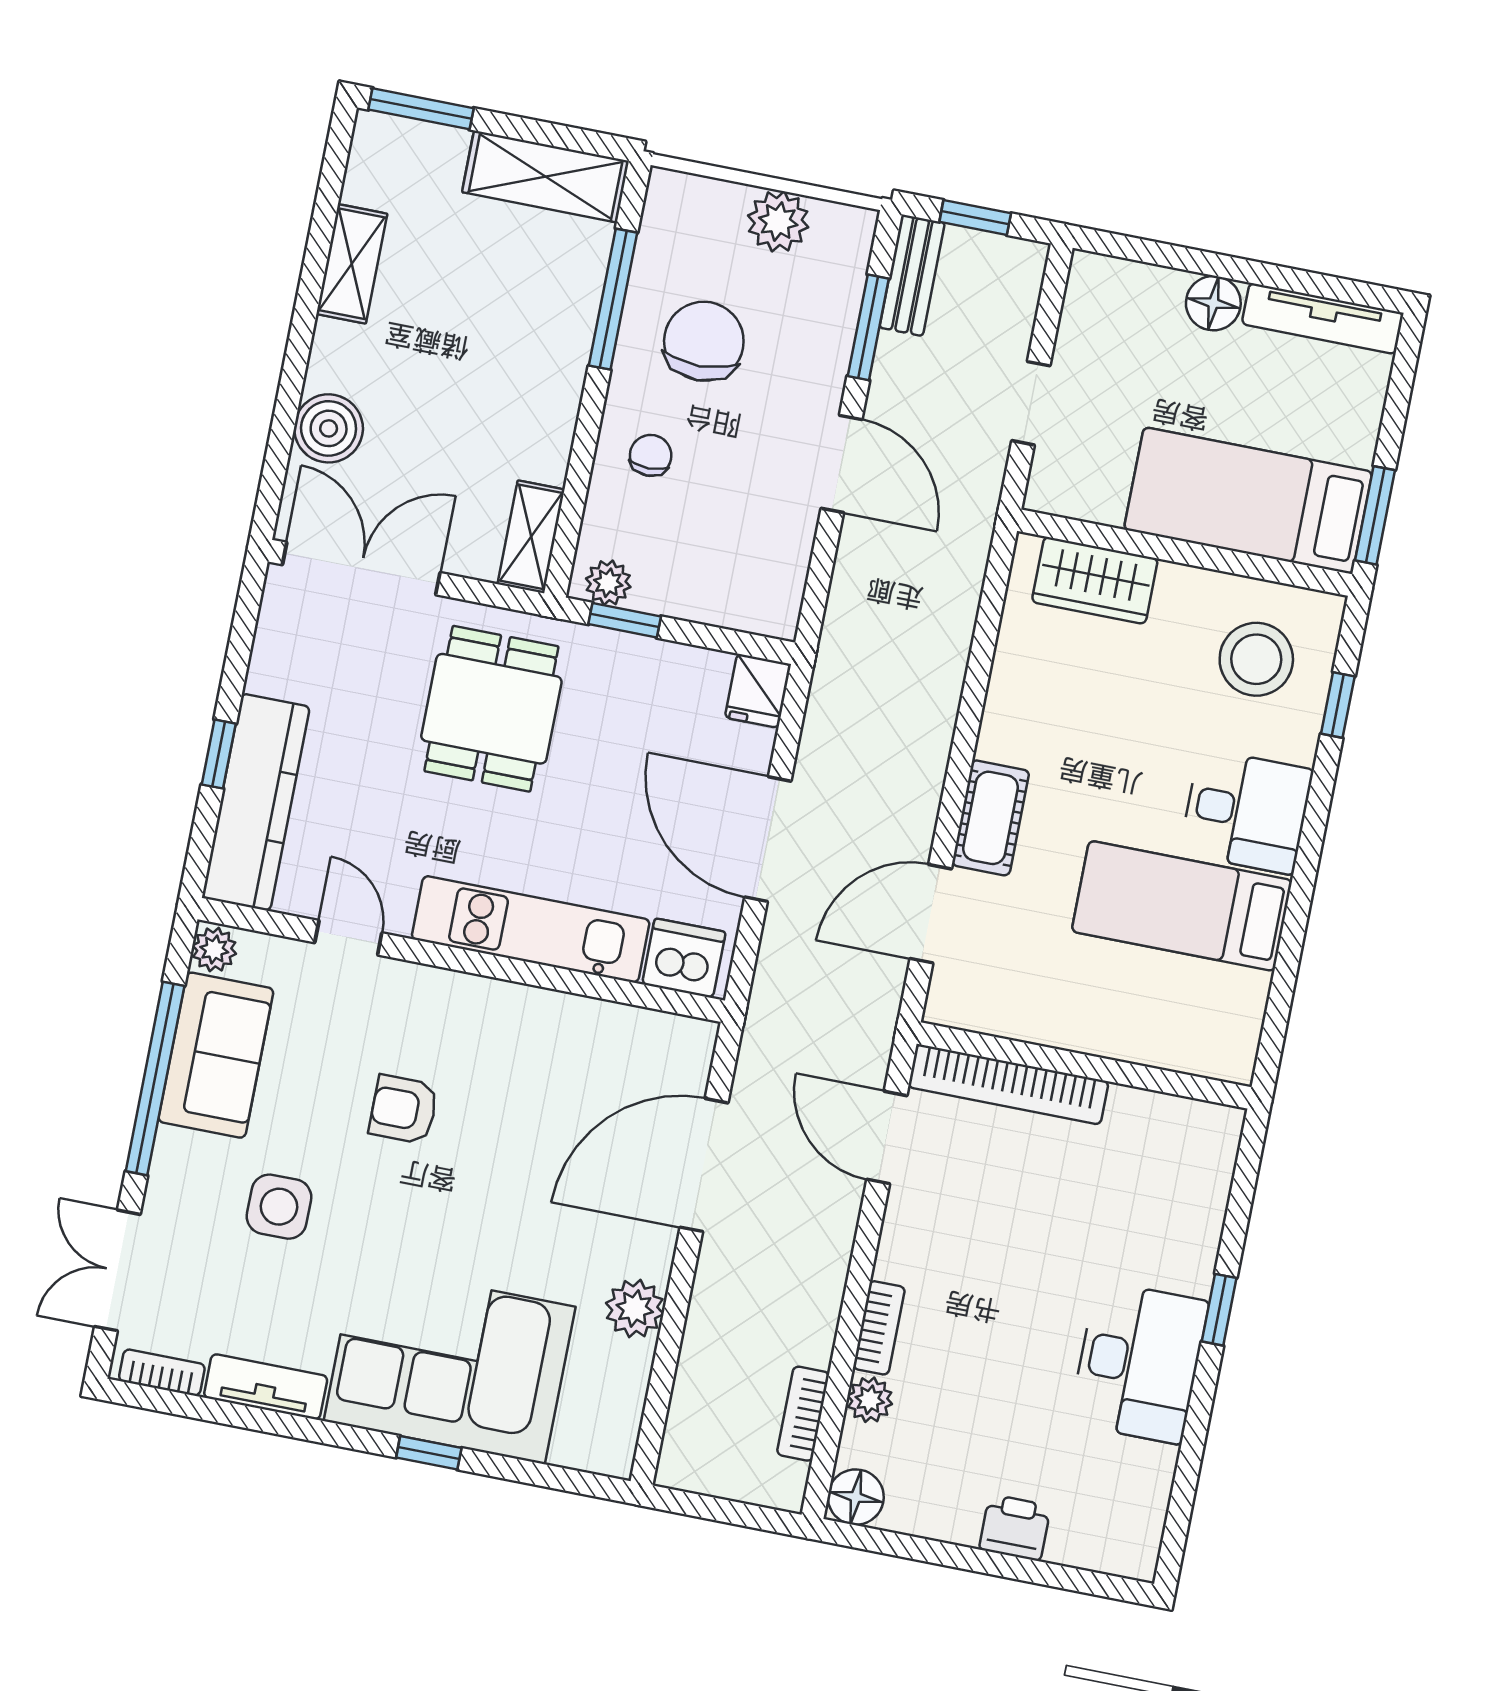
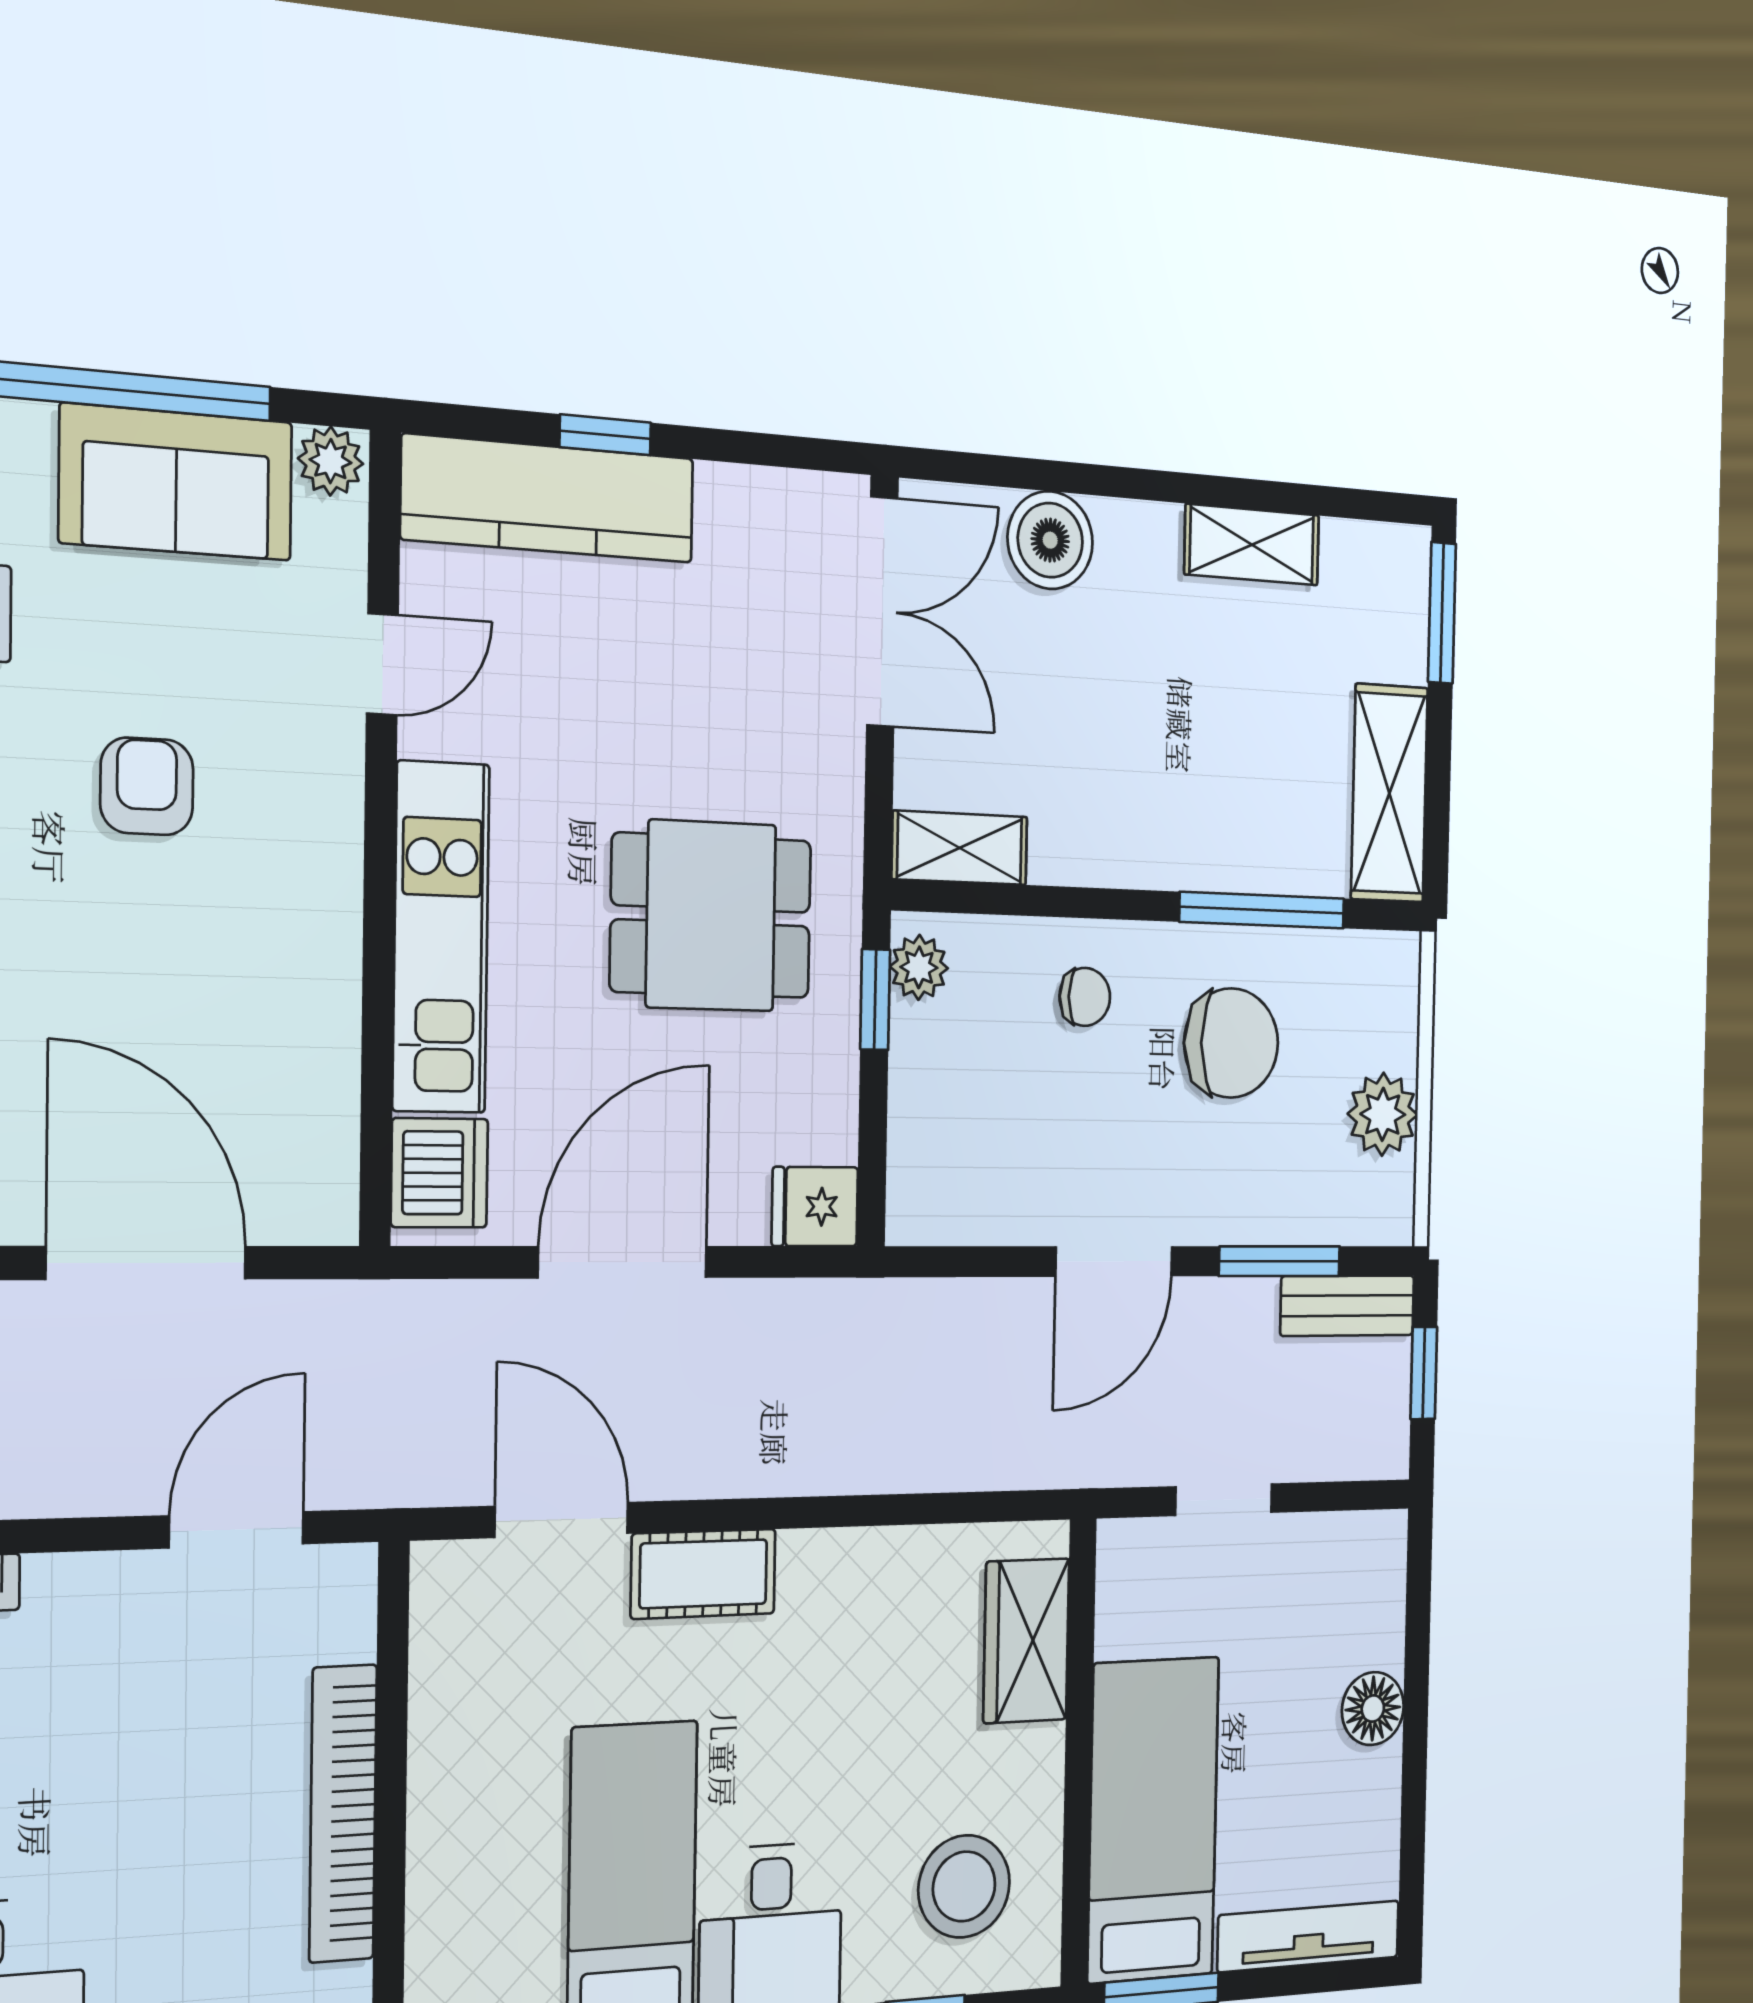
tv unit: (1323, 318) -> (1309, 1936), moved, turned 90
dining table: (491, 709) -> (711, 916), moved
bookcase: (1008, 1084) -> (343, 1813), moved

